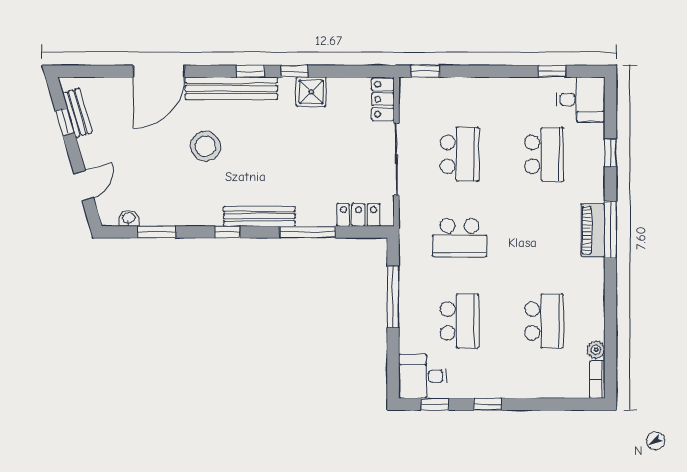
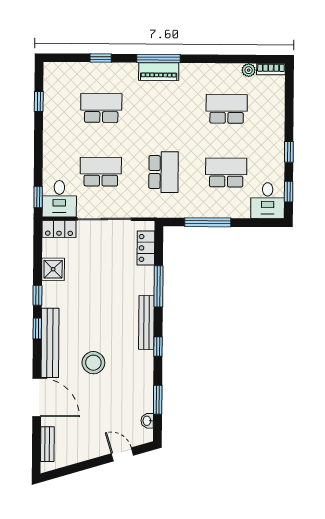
shower: (311, 92) -> (53, 269), moved
desk: (581, 99) -> (59, 199), moved, turned 180
bench: (77, 113) -> (47, 444), moved, turned -74
window: (65, 121) -> (74, 468), removed

